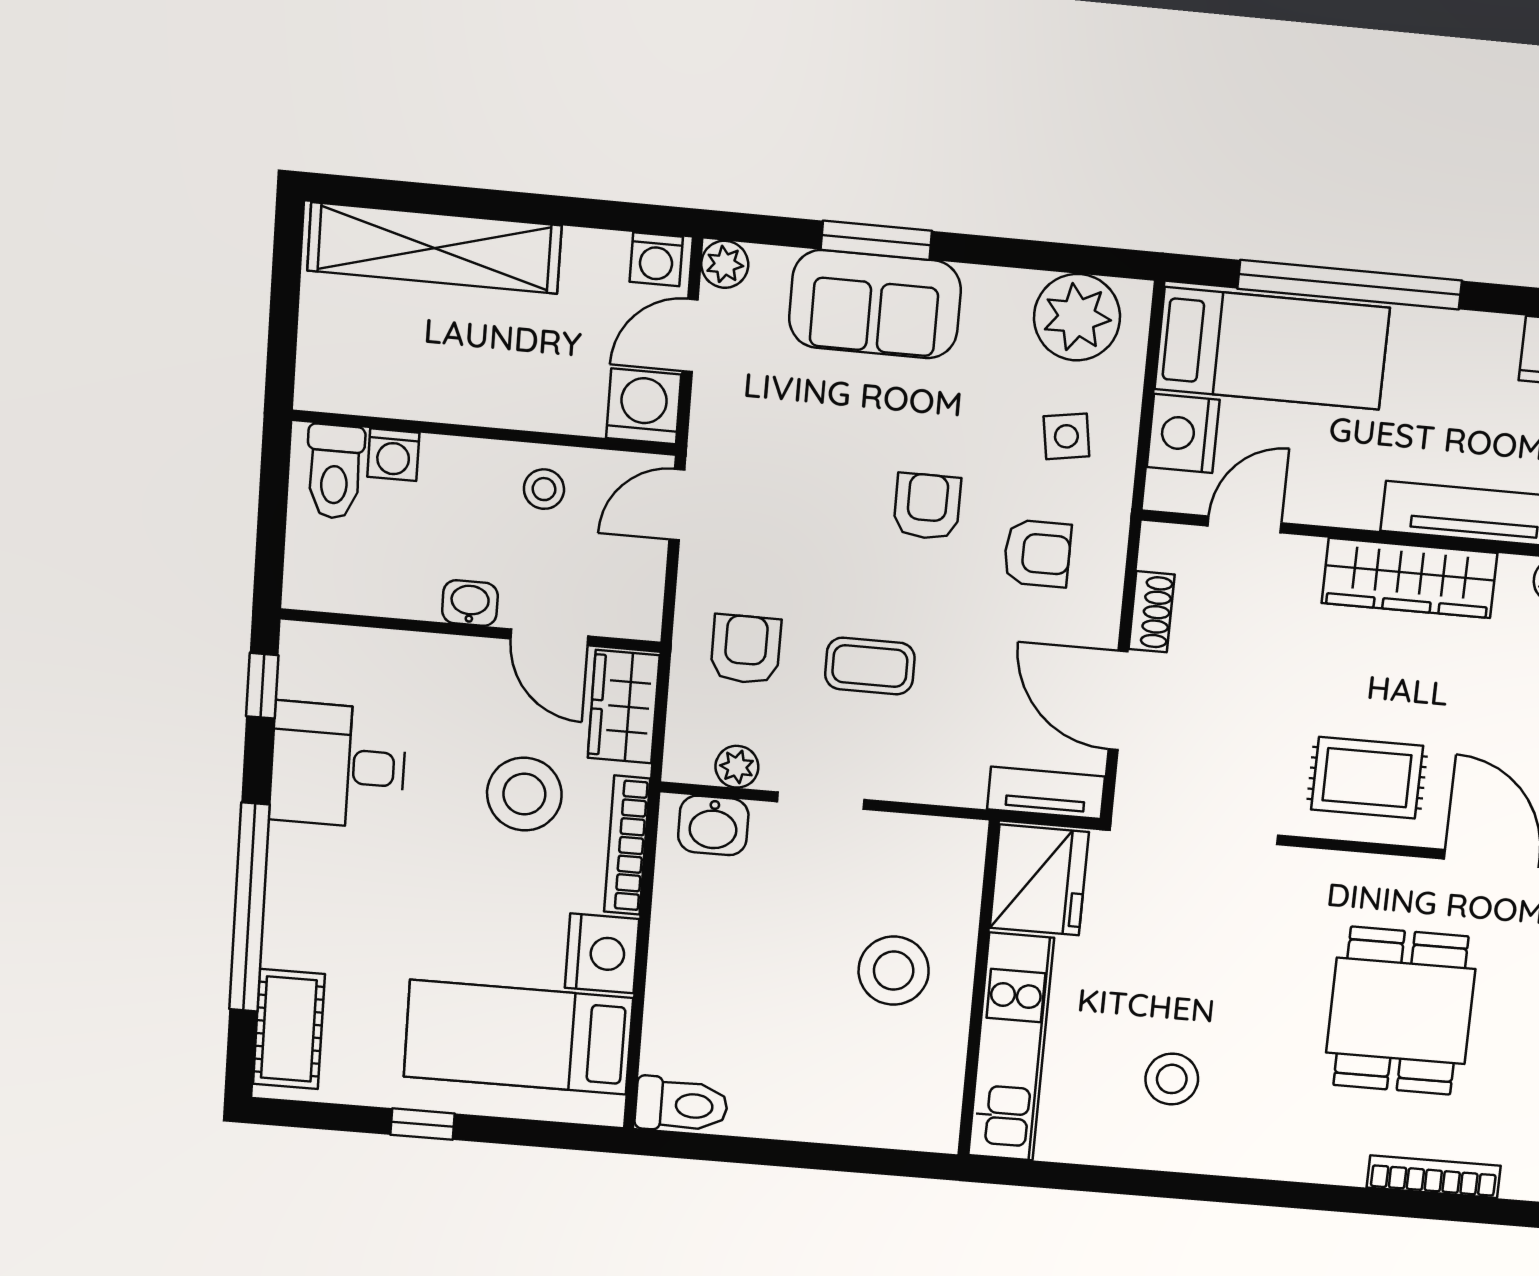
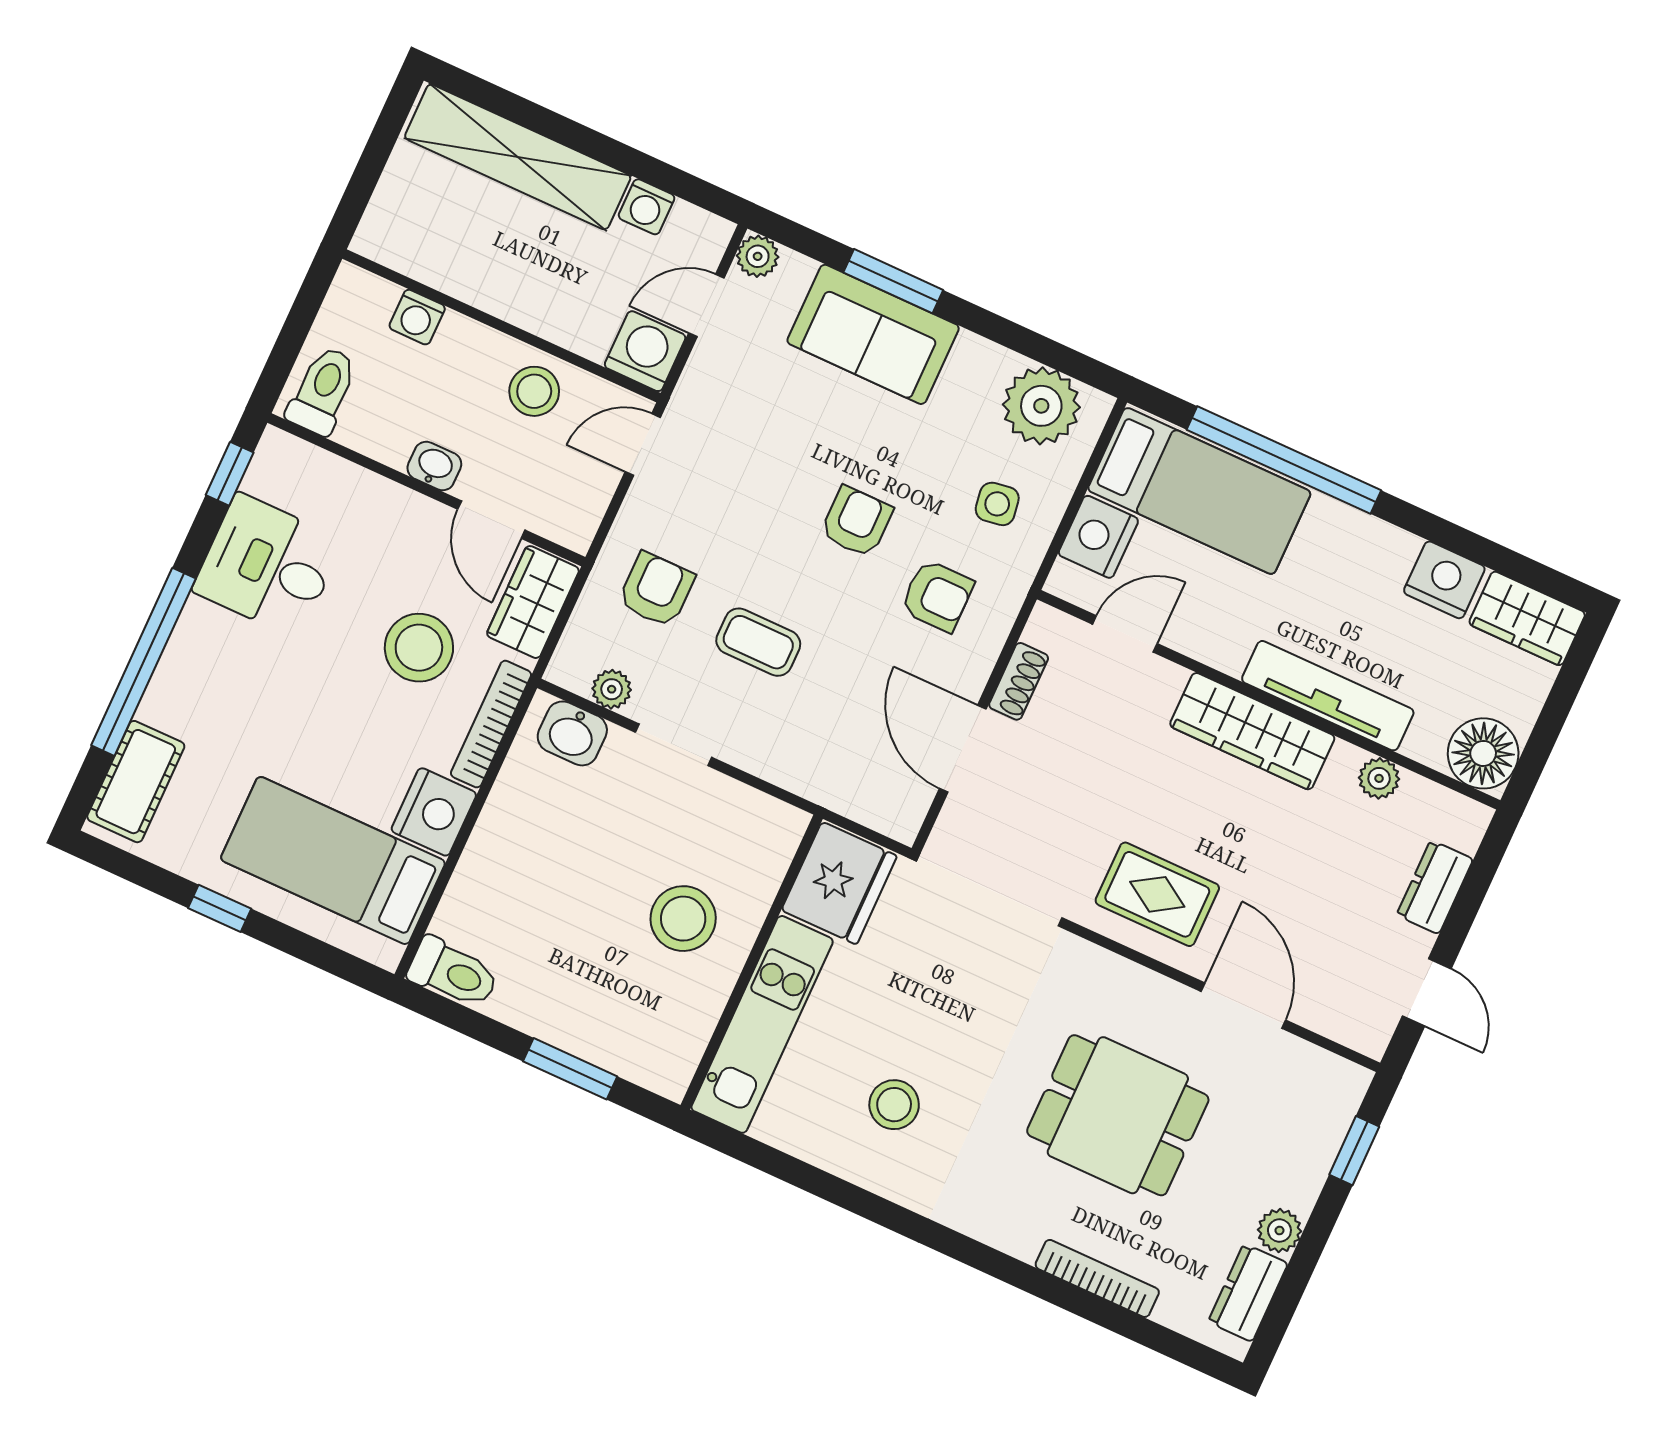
washing machine: (656, 259) -> (647, 207), moved
toilet: (335, 472) -> (323, 391), moved, turned 180
stool: (544, 489) -> (534, 391), width x1.37, depth x1.37
tv unit: (1046, 793) -> (872, 808), removed
dining table: (1401, 1011) -> (1118, 1115), turned 90
window: (834, 1158) -> (570, 1069), added

